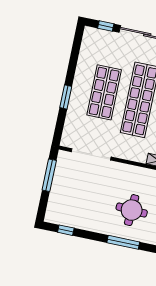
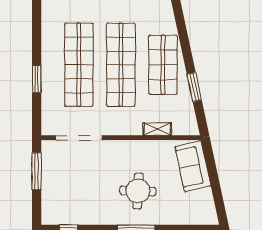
shop shelf: (104, 92) -> (79, 65), width x1.40

